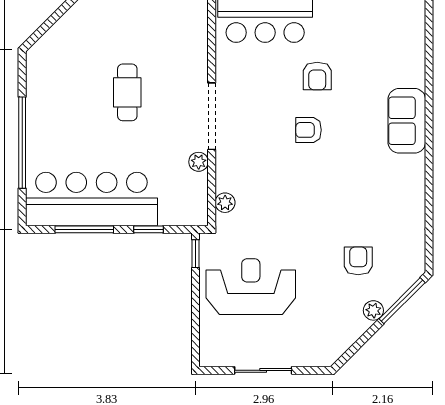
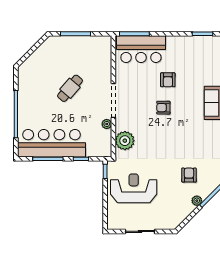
cafe table: (127, 92) -> (70, 88), turned 41
plant: (225, 203) -> (125, 141), width x1.88, depth x1.88

